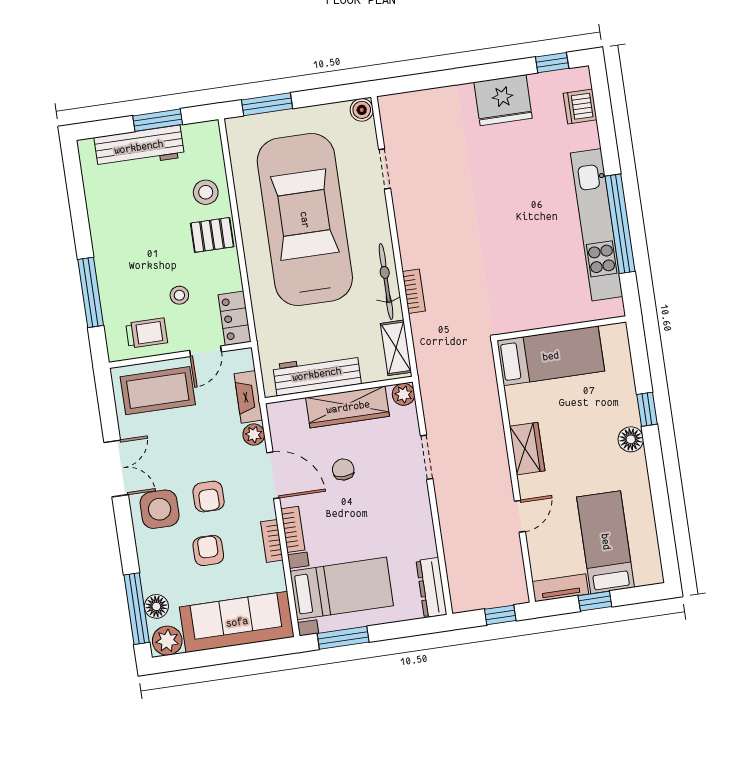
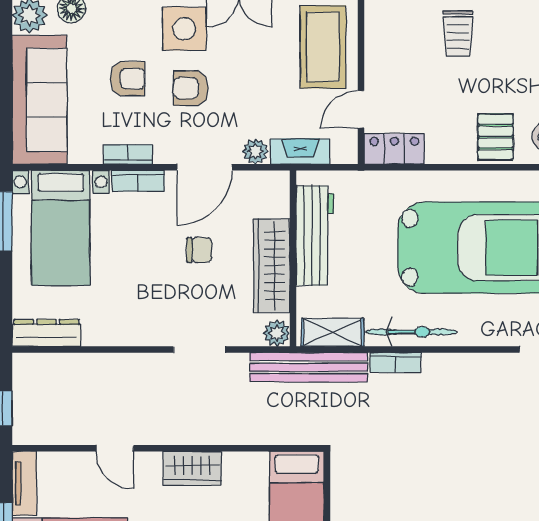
stool: (179, 295) -> (431, 88), removed
trolley: (147, 333) -> (458, 33), moved
door: (206, 351) -> (361, 109), hinge flipped
bench: (428, 363) -> (309, 367), added

